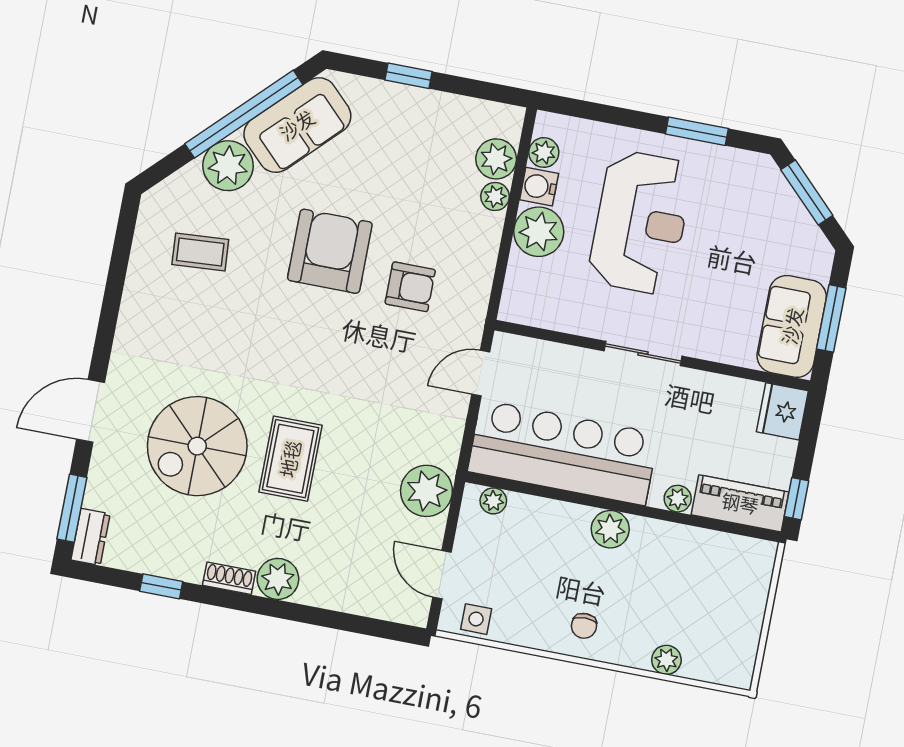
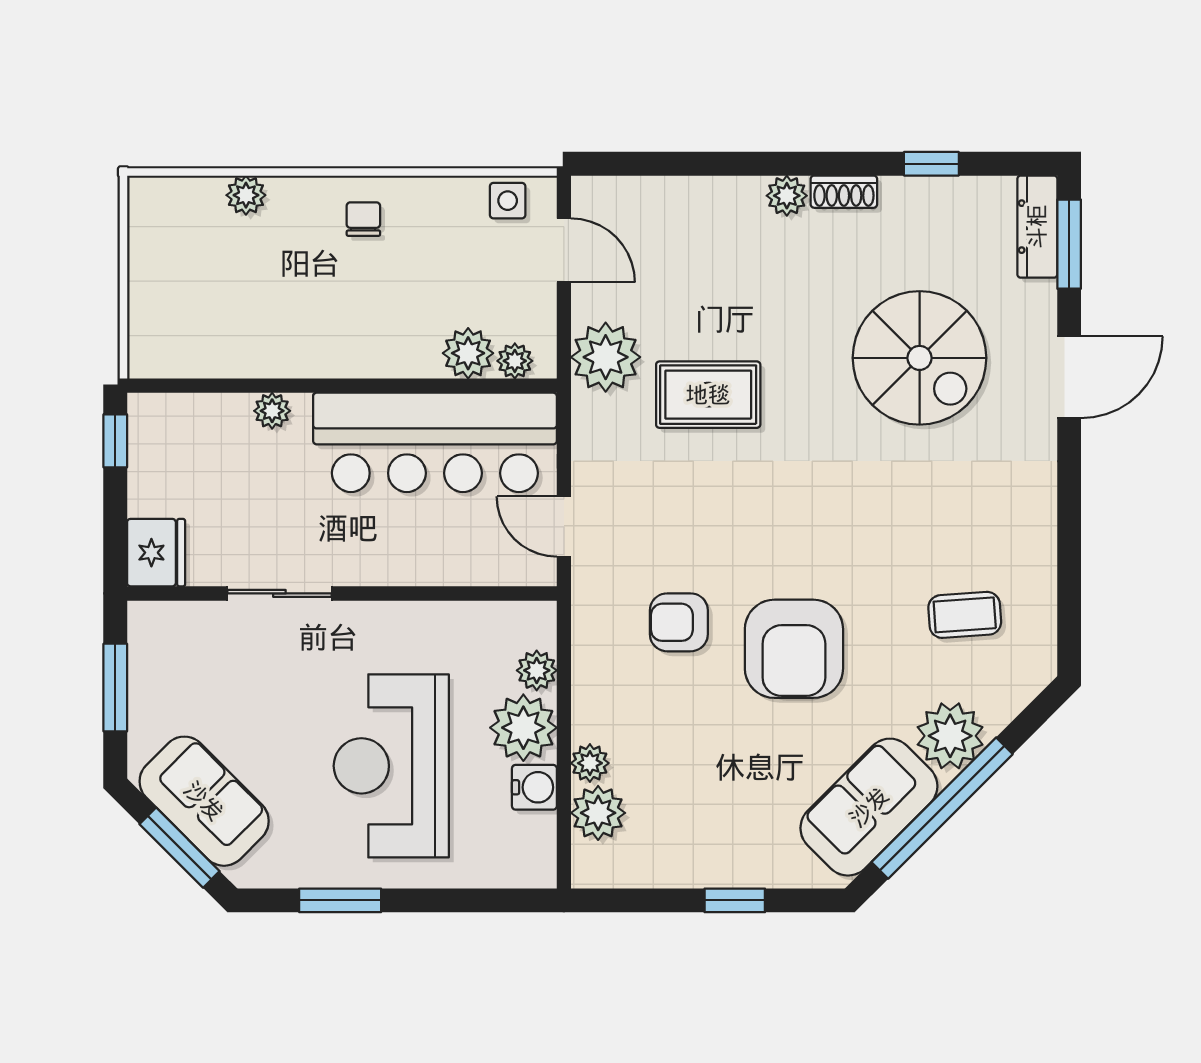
plant: (544, 153) -> (537, 670), moved
sofa: (792, 326) -> (204, 801), moved, turned -45
sliding door: (643, 354) -> (279, 593), moved
door: (481, 373) -> (564, 526), swing flipped
spiral stairs: (197, 446) -> (920, 358), turned 90
rug: (290, 459) -> (708, 395), moved, turned 90
piano: (740, 503) -> (189, 420), removed
plant: (610, 529) -> (468, 353), moved
dresser: (90, 537) -> (1037, 227), width x1.44
plant: (278, 579) -> (787, 196), width x0.73, depth x0.73

